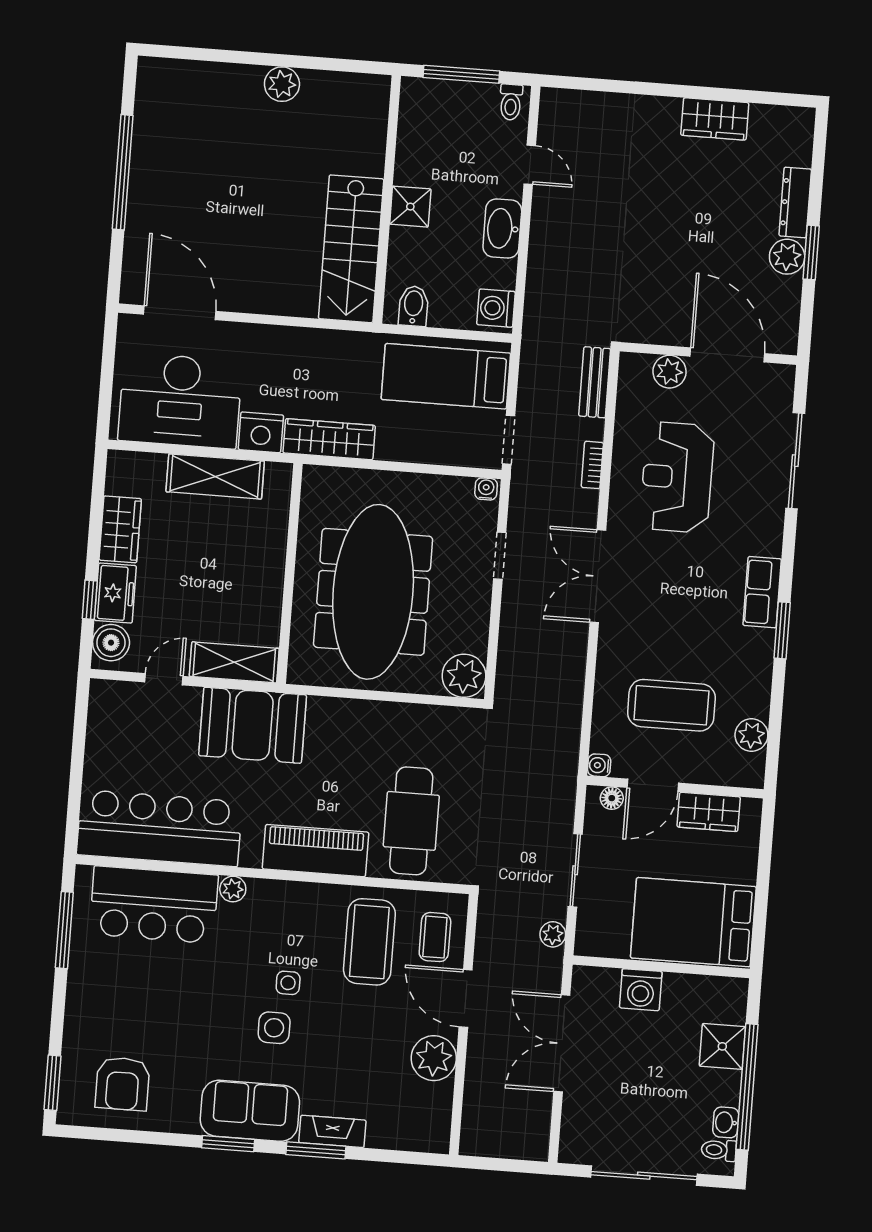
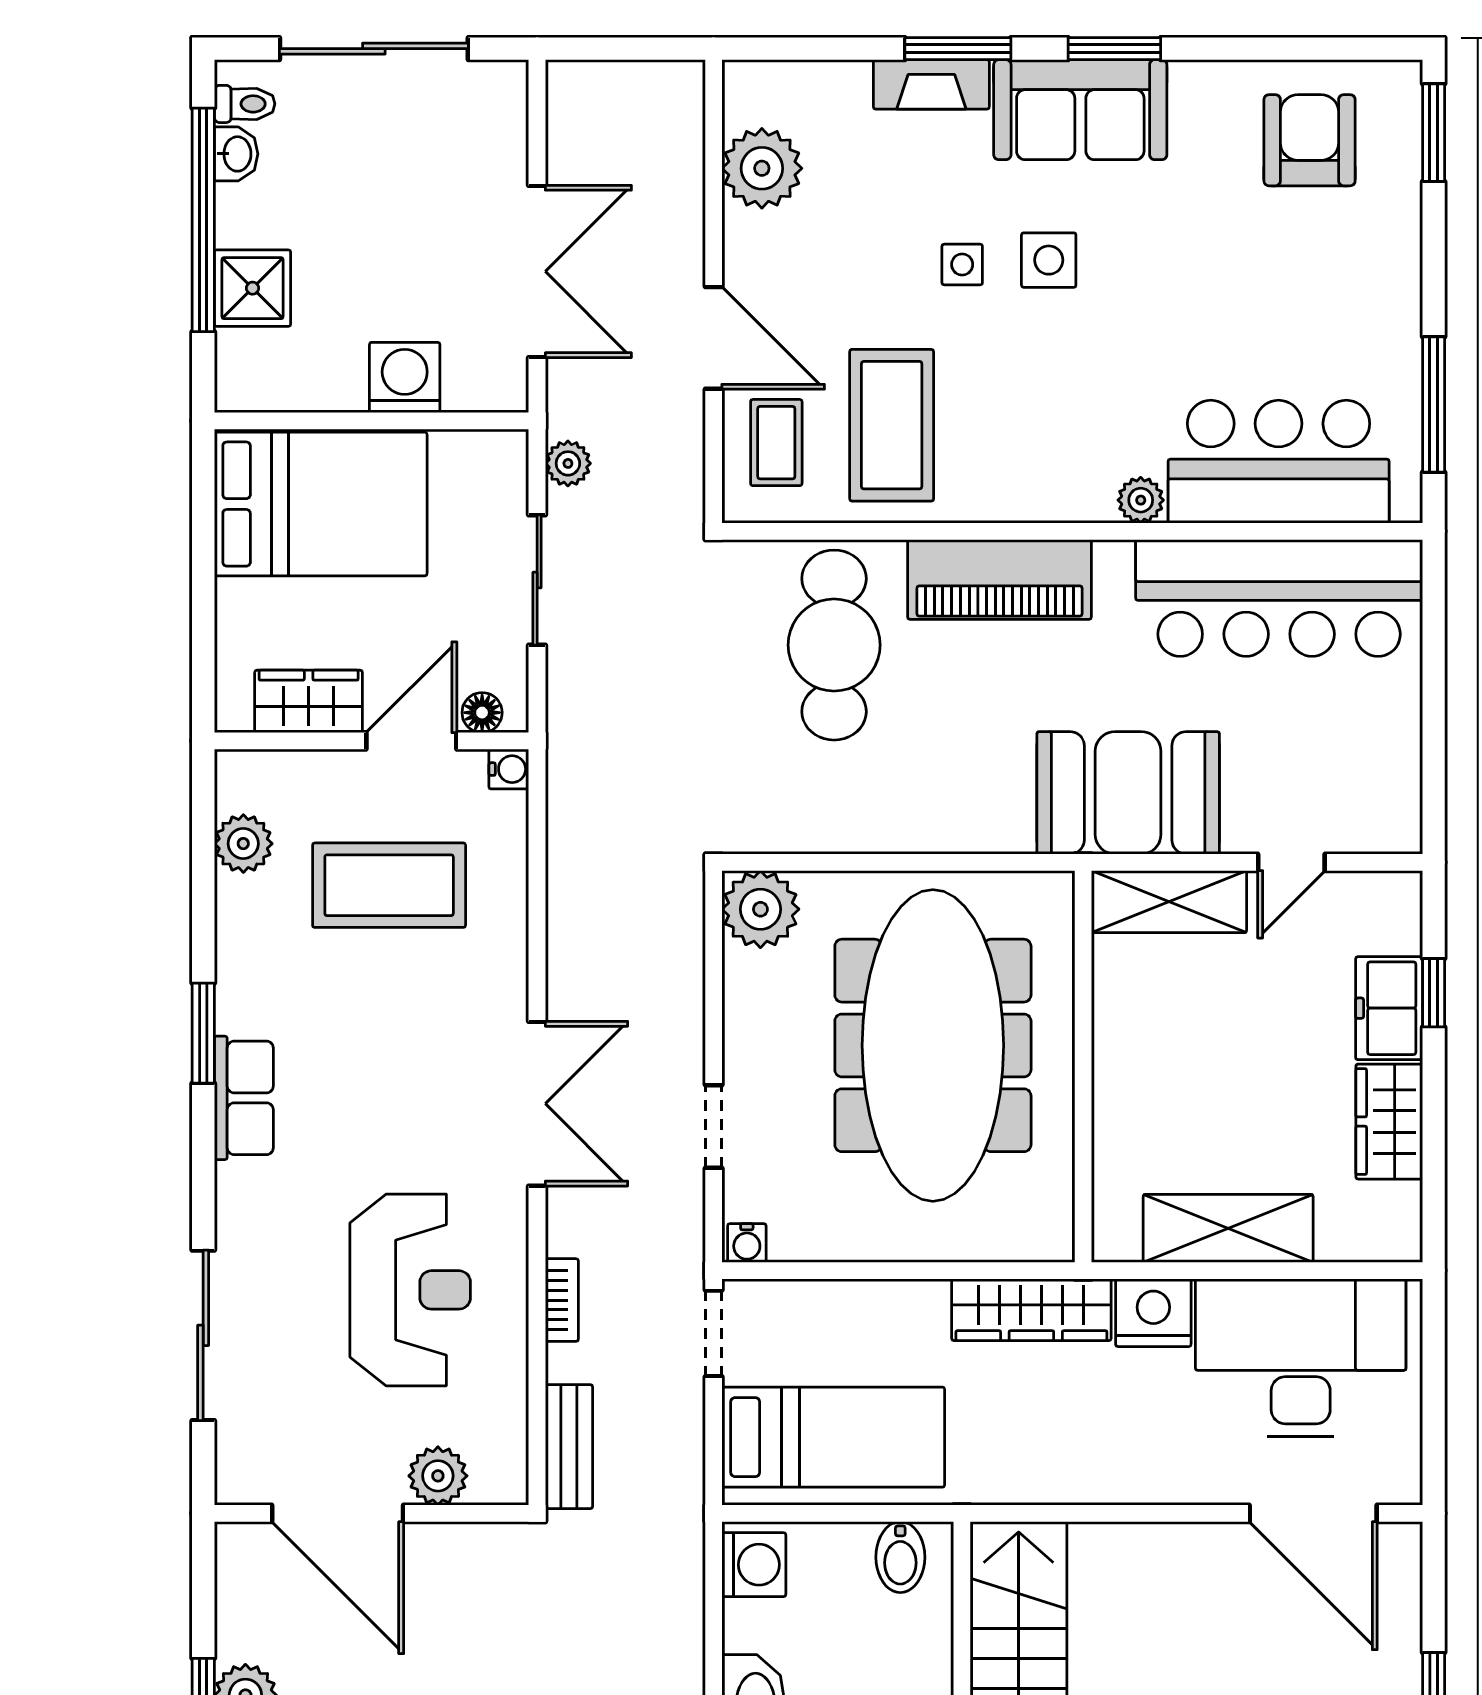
boiler: (111, 643) -> (1390, 920), removed
side table: (288, 983) -> (962, 264), moved
plant: (434, 1058) -> (762, 168), moved

